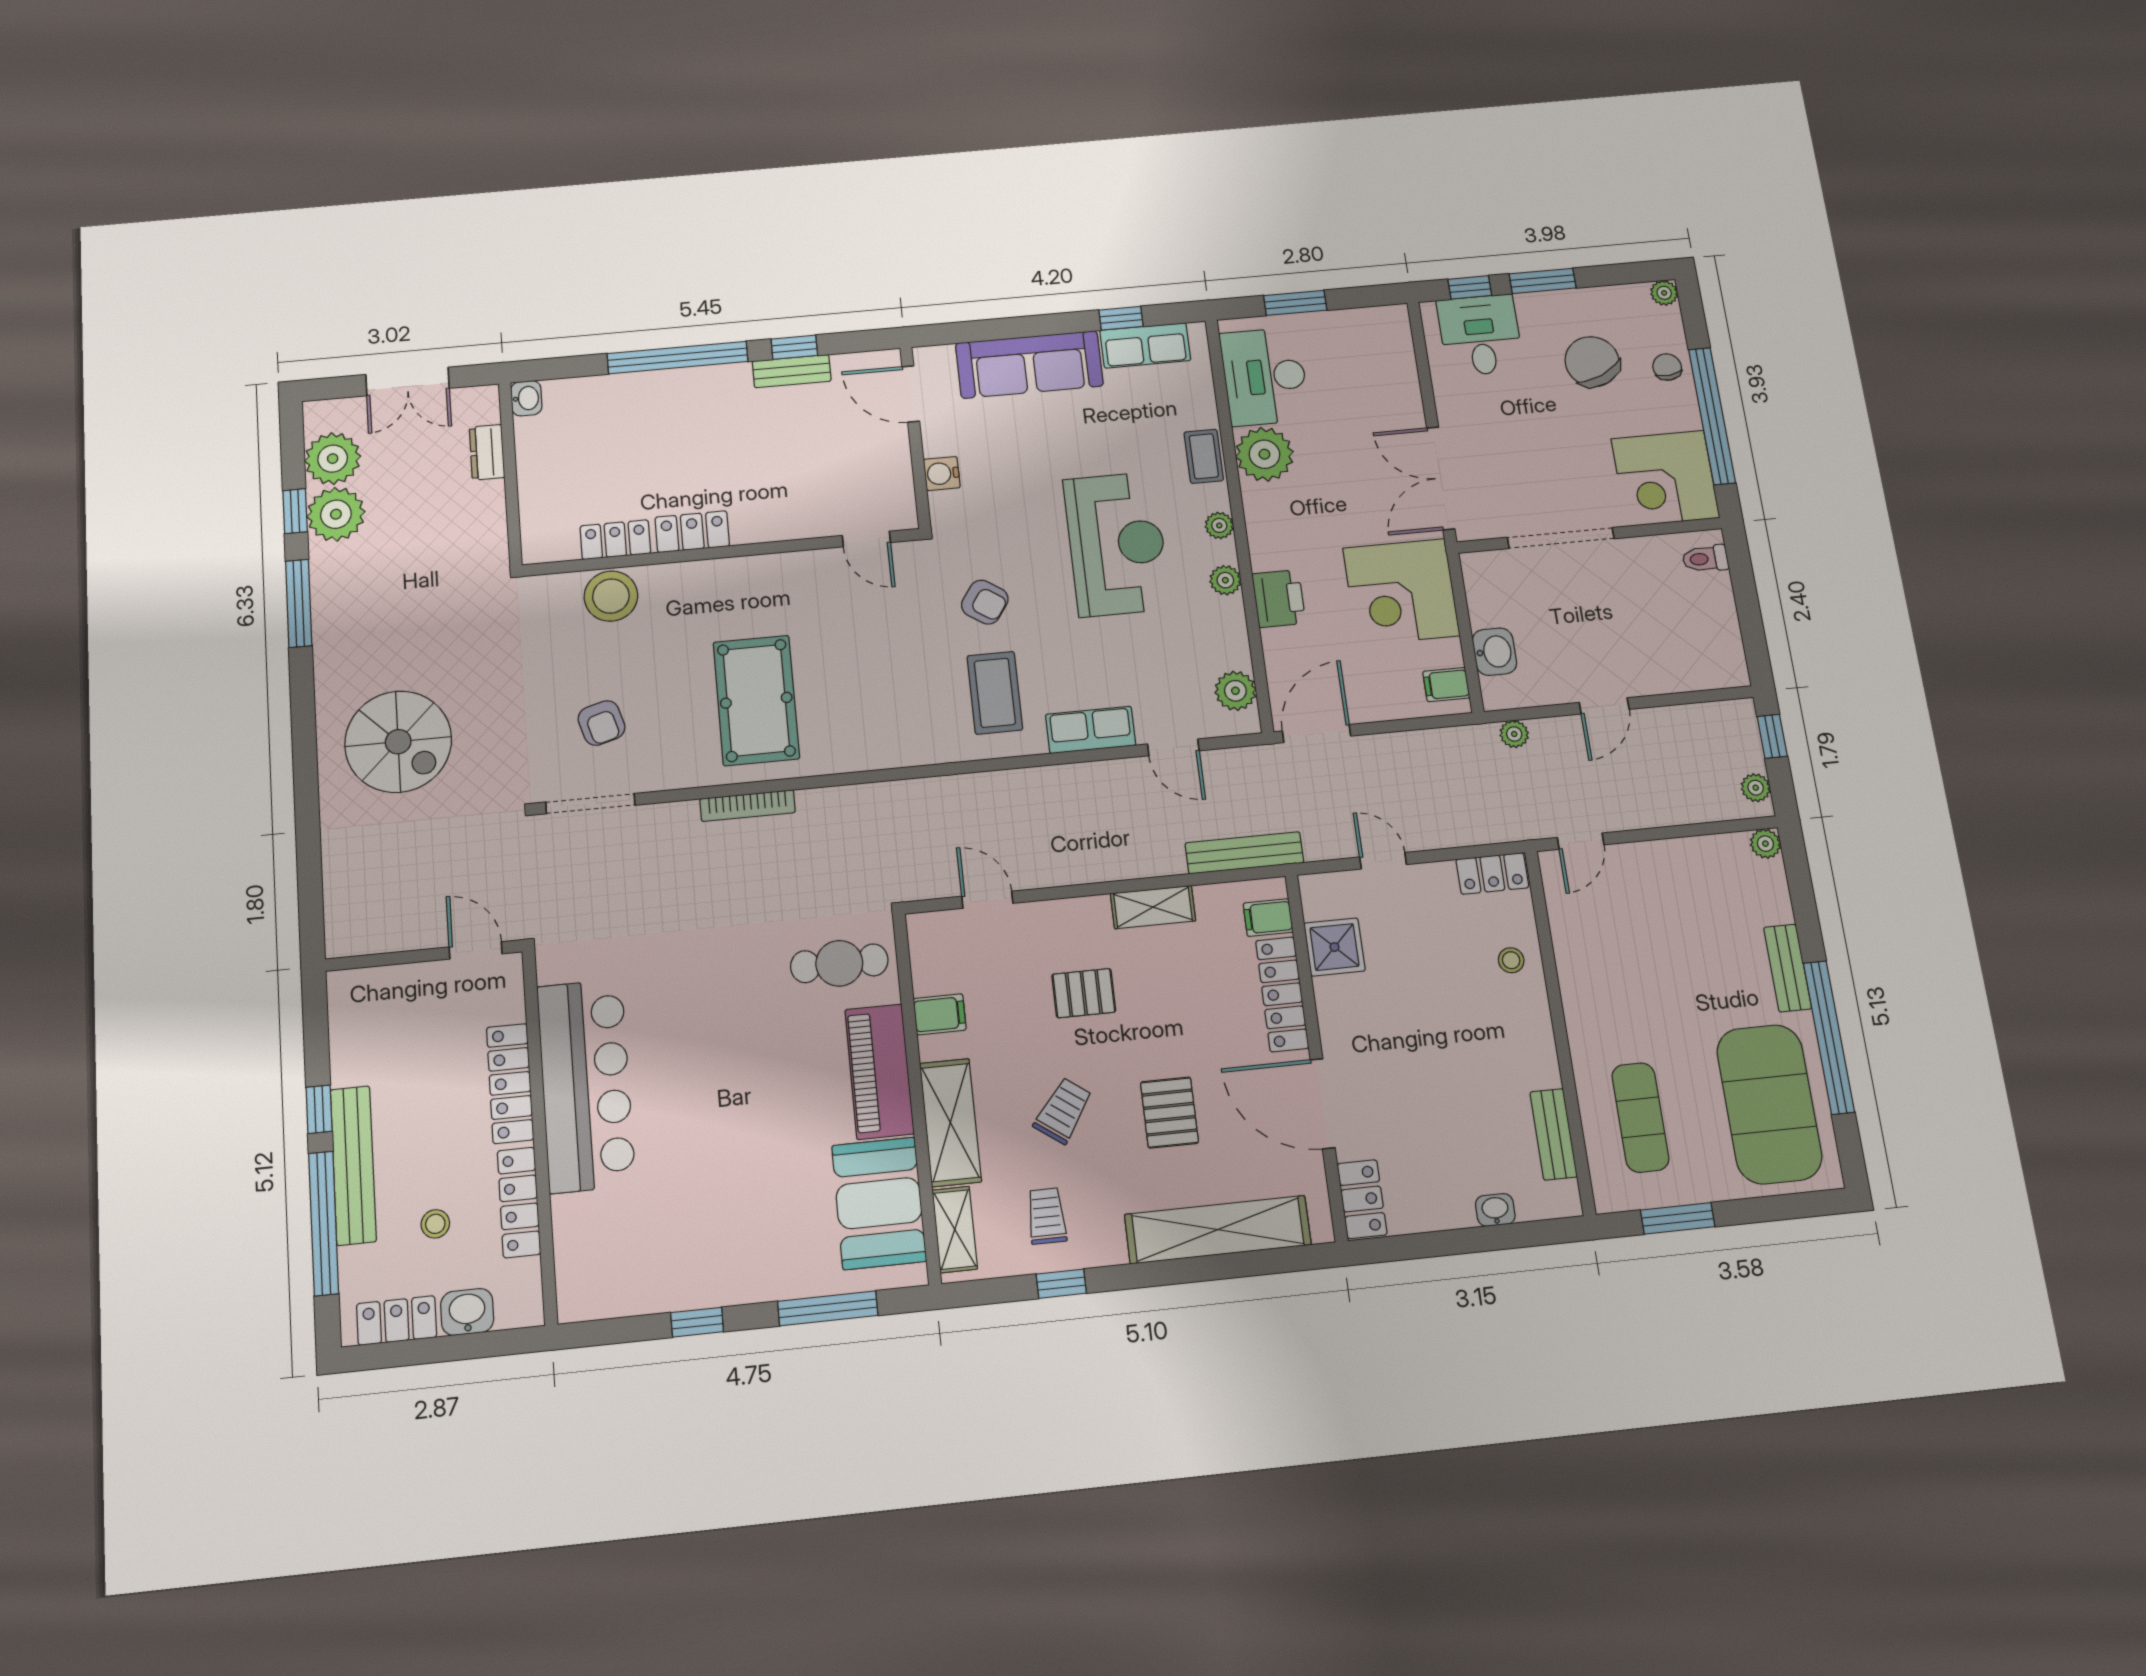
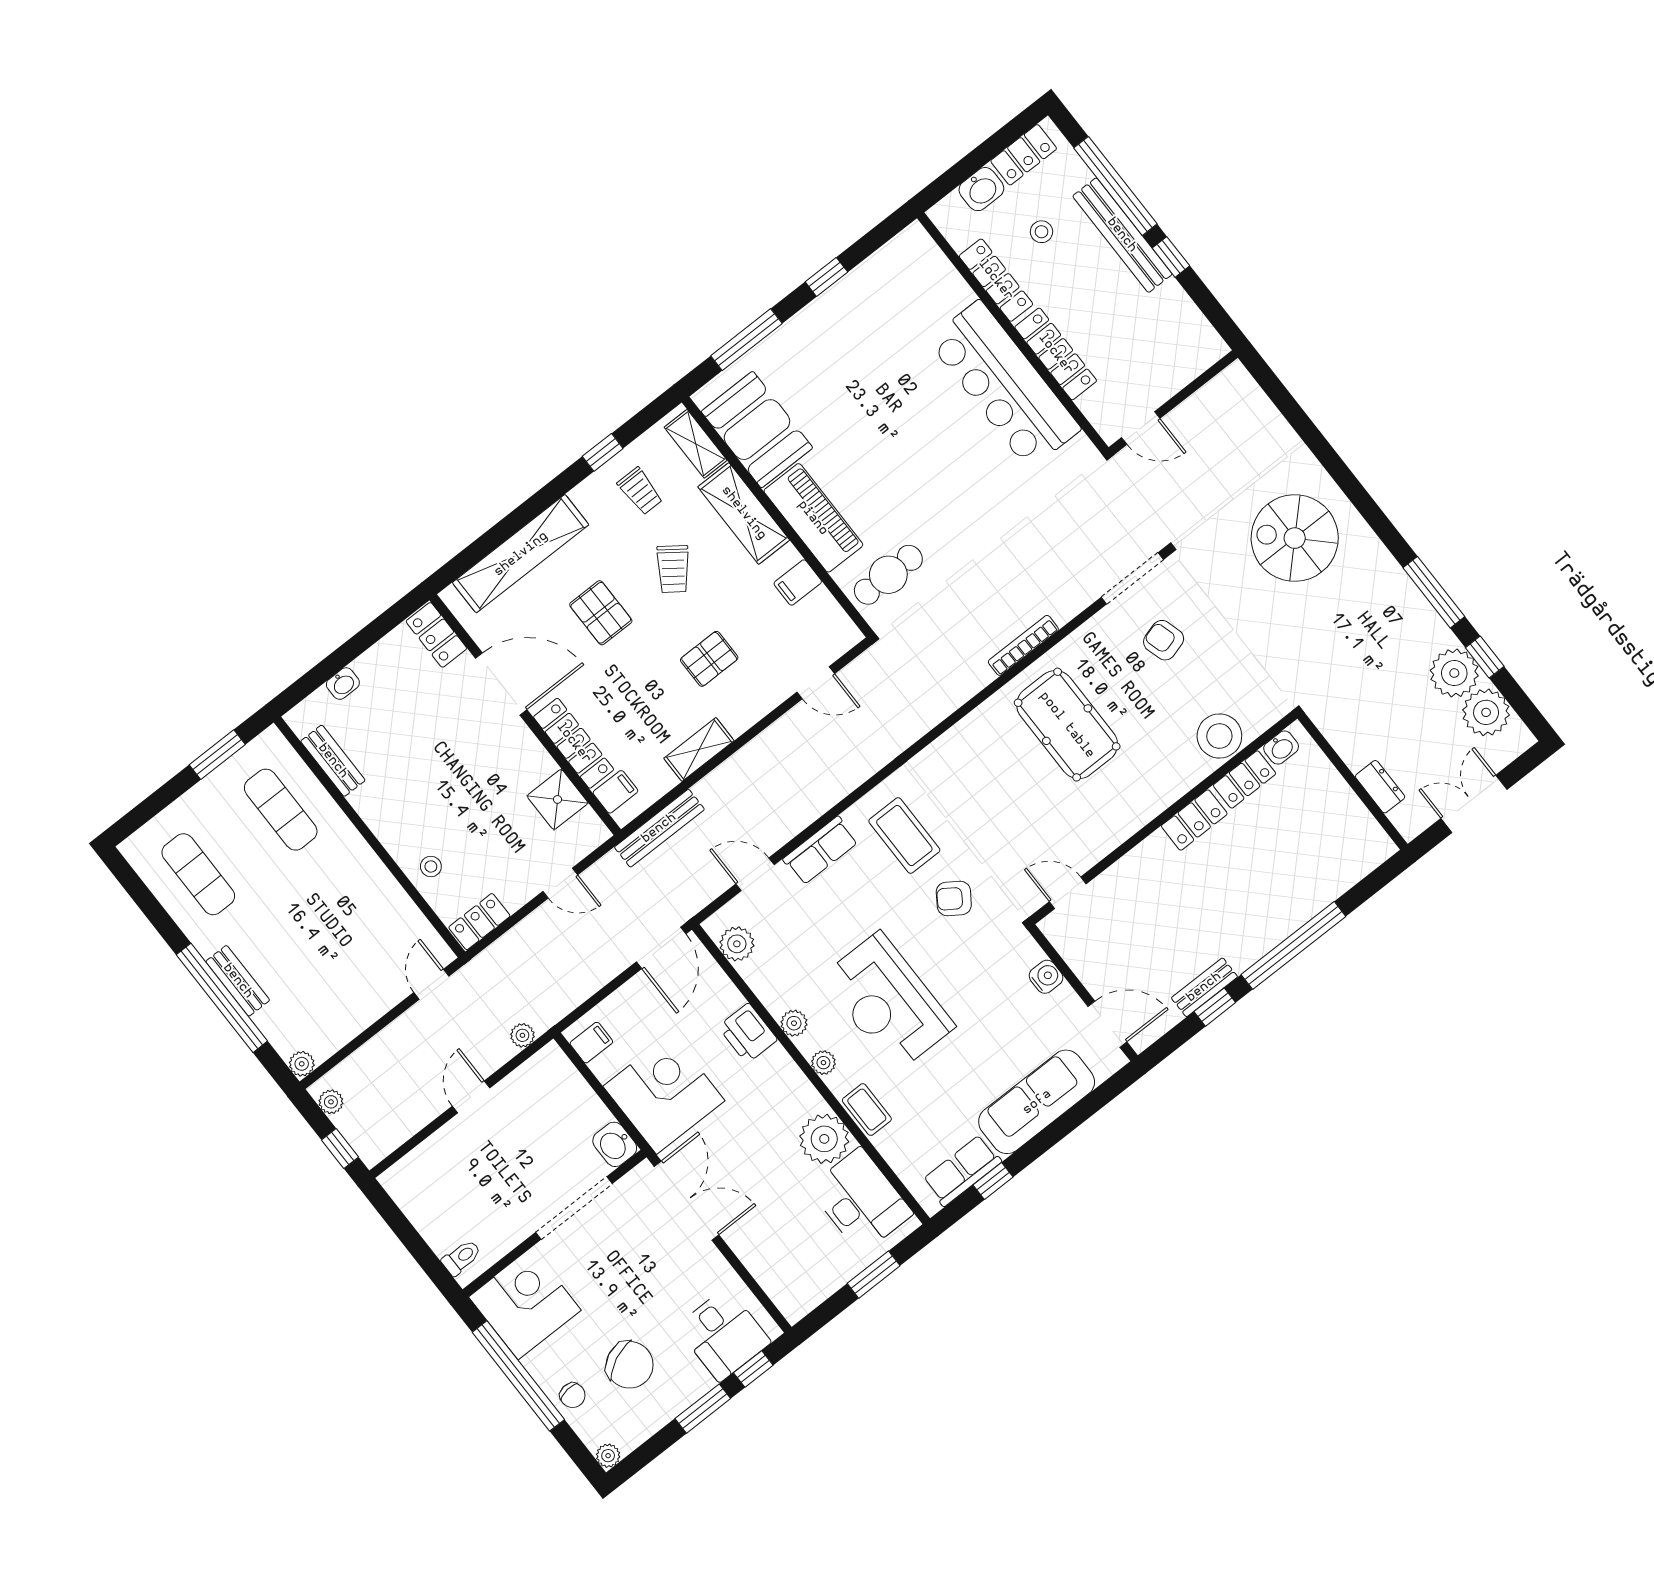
washbasin: (526, 398) -> (1281, 748), moved, turned -90
washbasin: (1494, 652) -> (615, 1144), moved
window: (1829, 1037) -> (222, 998), moved
exercise mat: (1769, 1104) -> (198, 874), width x0.50, depth x0.69

